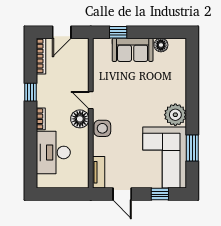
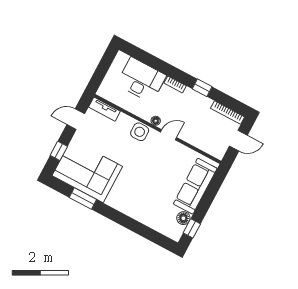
door: (62, 32) -> (238, 141), swing flipped
window: (118, 32) -> (192, 228), moved
sofa: (133, 50) -> (195, 186), width x1.36
plant: (175, 115) -> (118, 199), removed
floor lamp: (80, 119) -> (156, 121), width x0.53, depth x0.53

